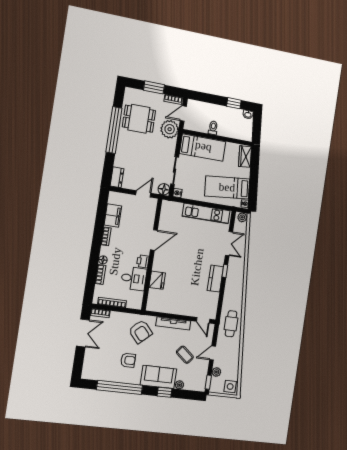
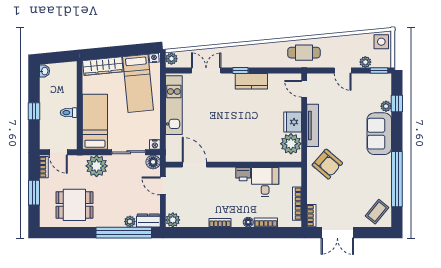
window: (234, 103) -> (34, 111), moved
dining table: (139, 119) -> (74, 205), turned 90
plant: (170, 129) -> (97, 166), moved
window: (114, 130) -> (124, 233), moved
wardrobe: (245, 157) -> (103, 66), width x1.50
plant: (118, 162) -> (130, 222), added
plant: (114, 198) -> (173, 220), added
filing cabinet: (113, 215) -> (194, 218), removed
door: (154, 240) -> (194, 165), moved
fridge: (157, 280) -> (293, 122), moved, turned -90
plant: (161, 304) -> (291, 144), added
door: (203, 320) -> (304, 89), swing flipped
armchair: (140, 332) -> (327, 164), turned 83
double door: (83, 333) -> (337, 233), swing flipped
coffee table: (185, 355) -> (377, 212), moved
armchair: (128, 360) -> (363, 174), removed
window: (165, 392) -> (397, 104), moved

